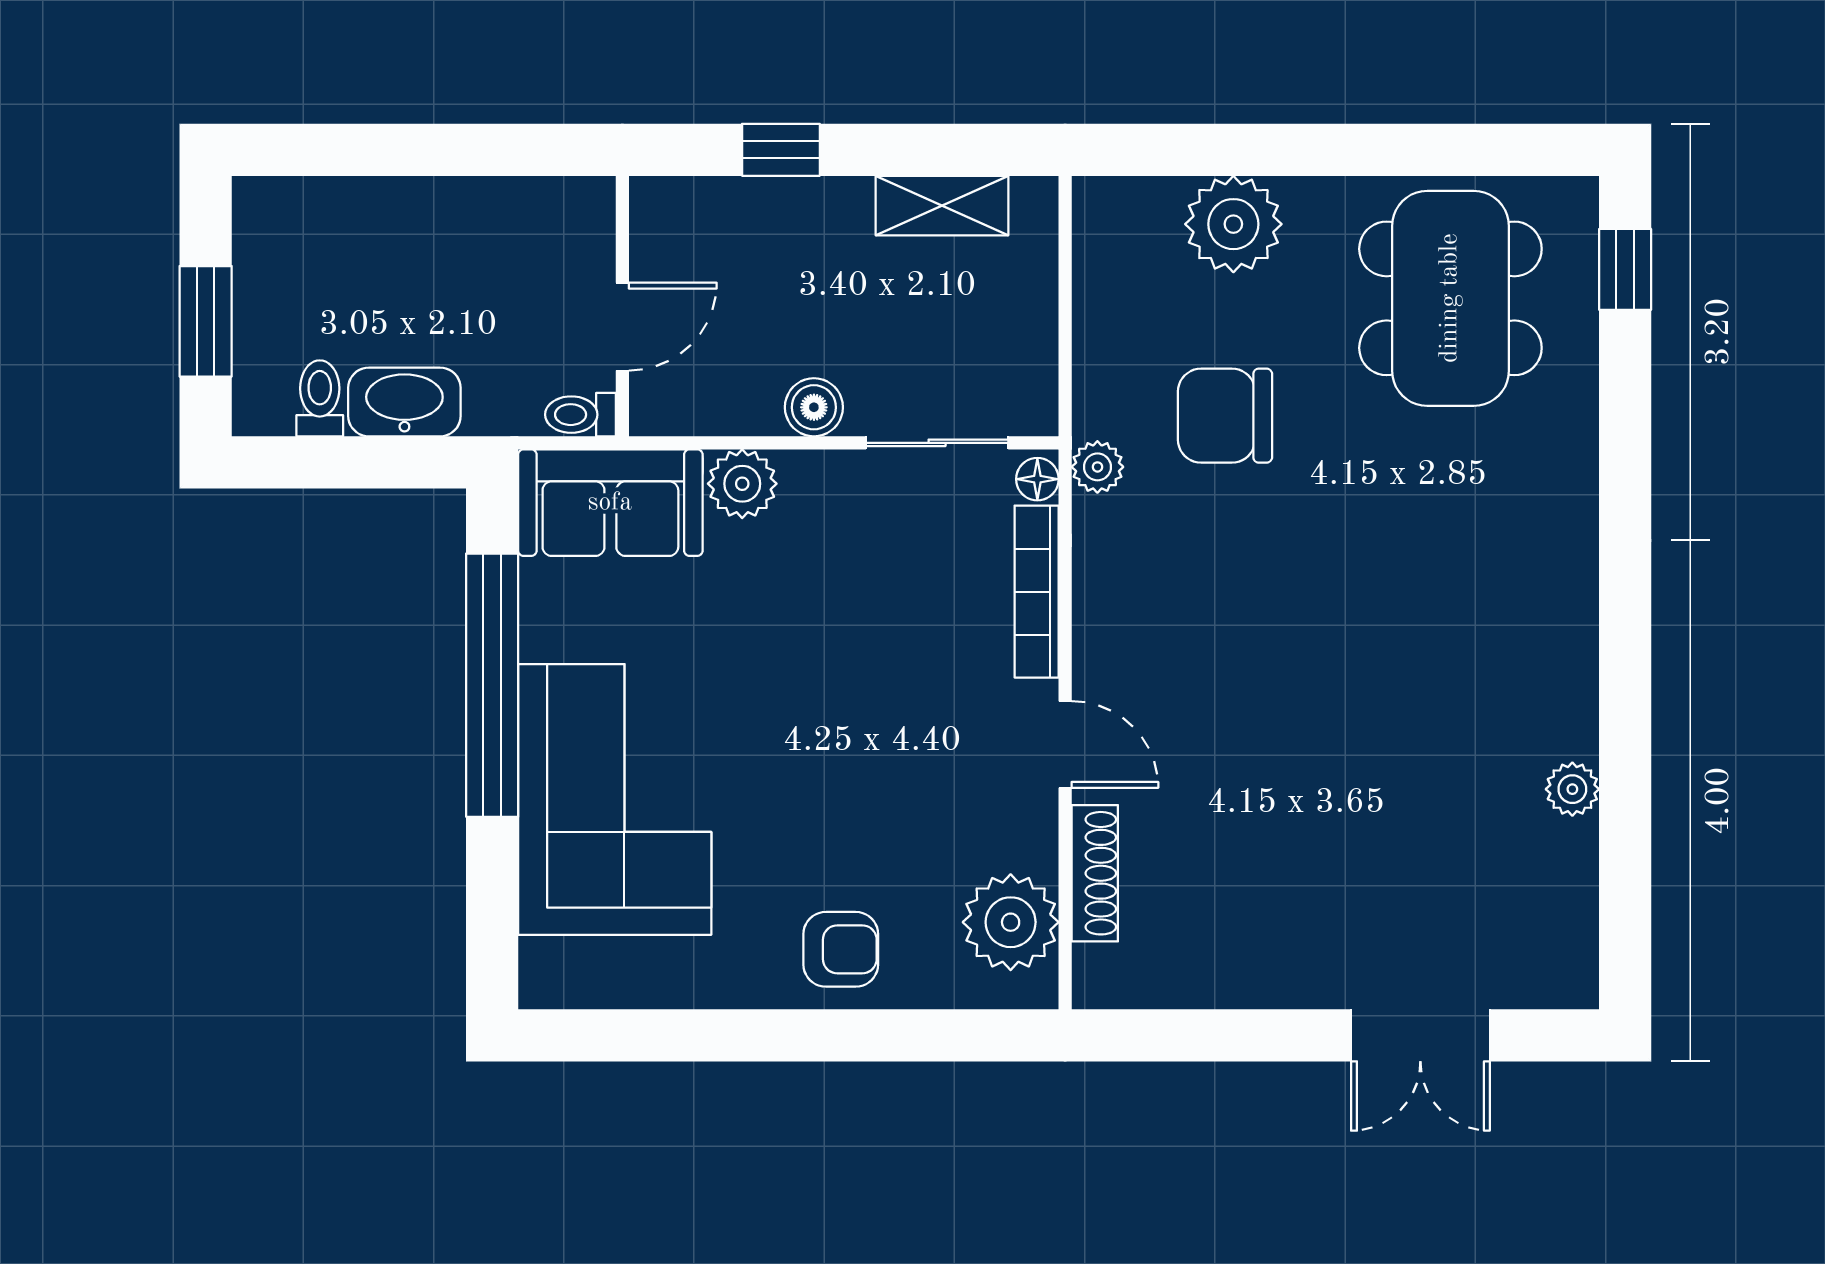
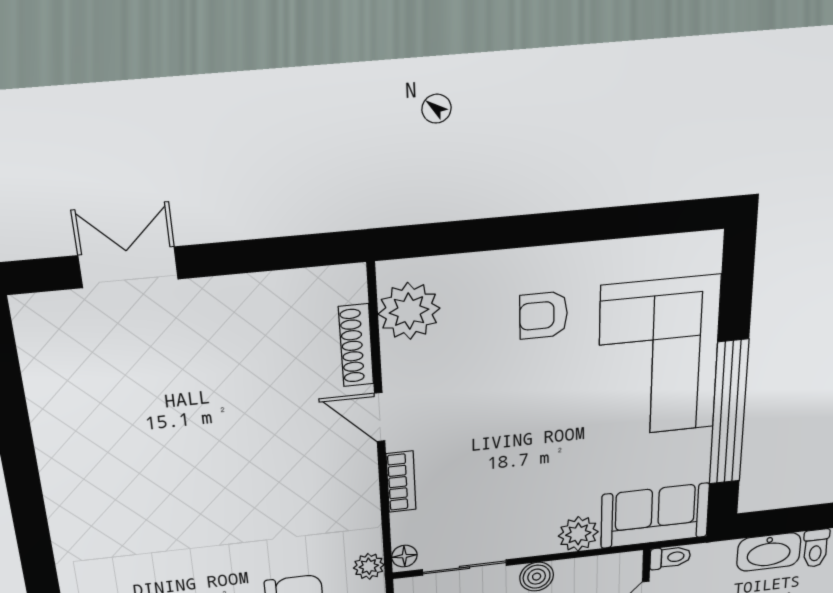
bookcase: (1037, 592) -> (401, 482), width x0.64
plant: (1572, 789) -> (48, 426), removed
armchair: (841, 949) -> (544, 315), moved

